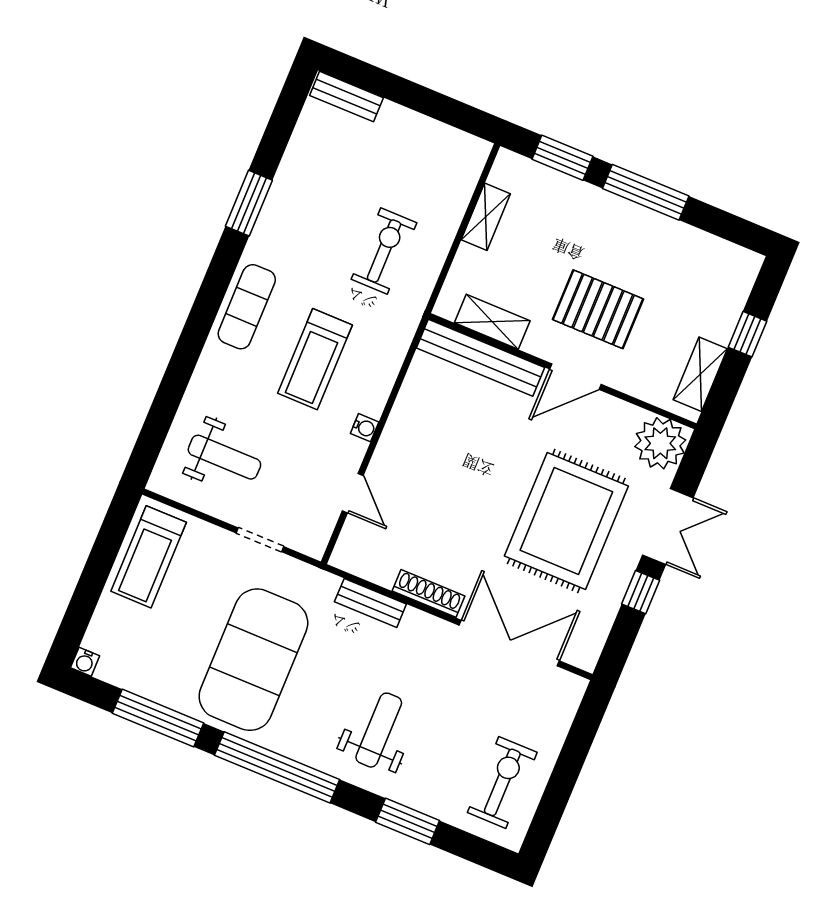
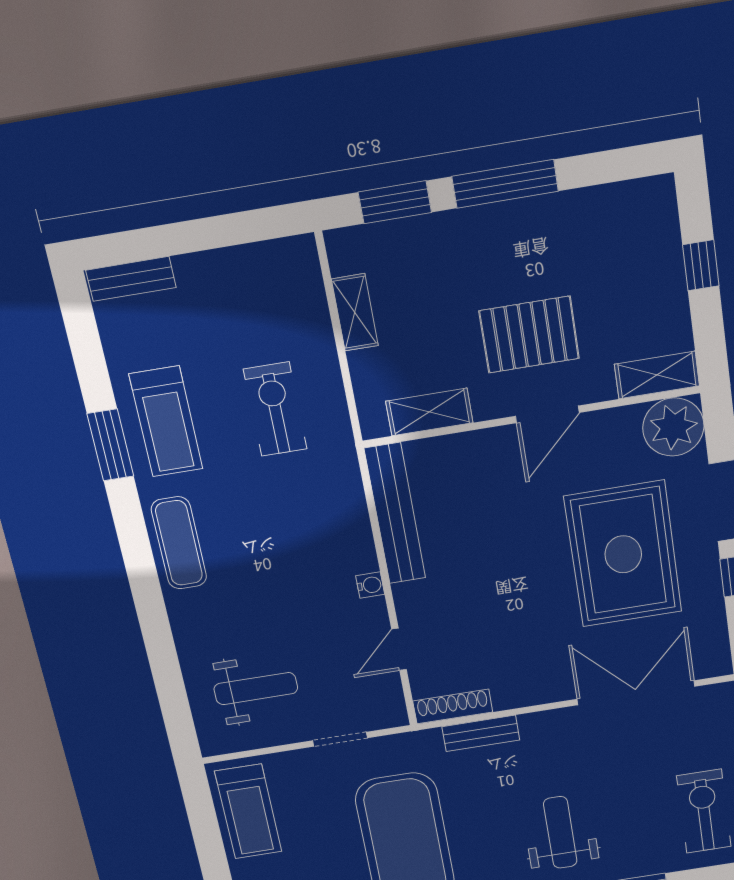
bench: (481, 358) -> (395, 514), moved, turned 90
treadmill: (315, 359) -> (166, 422), moved
shelving: (700, 374) -> (657, 375), moved, turned 90
door: (353, 493) -> (399, 649), swing flipped
shoe rack: (429, 593) -> (453, 706), moved

